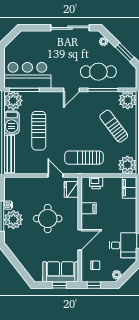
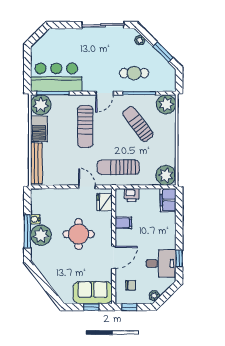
cafe table: (98, 72) -> (134, 73), width x0.73, depth x0.74
sun lounger: (114, 126) -> (138, 124), moved
sun lounger: (39, 131) -> (85, 127), moved

